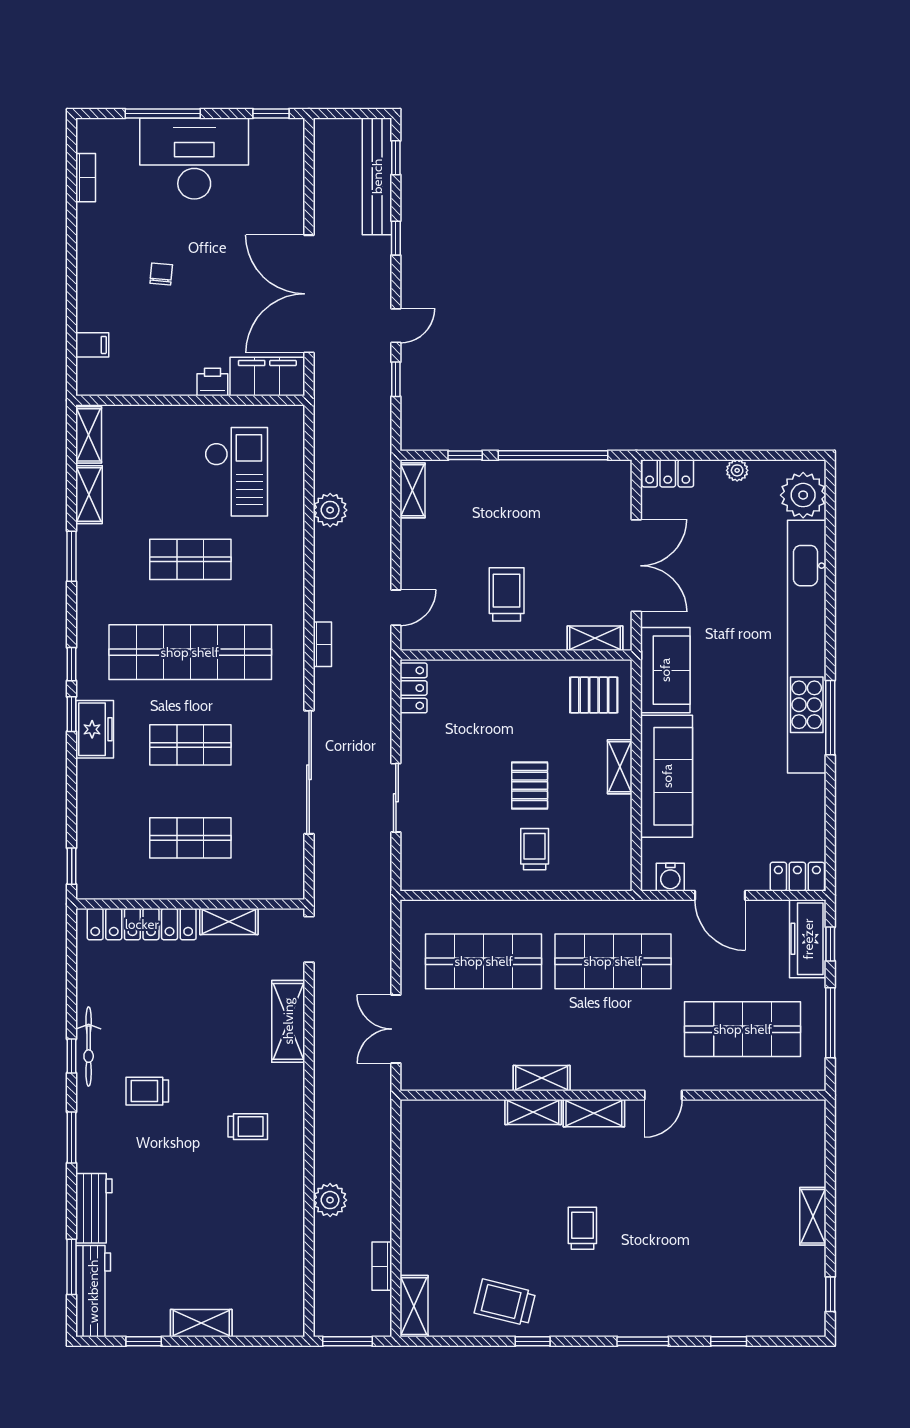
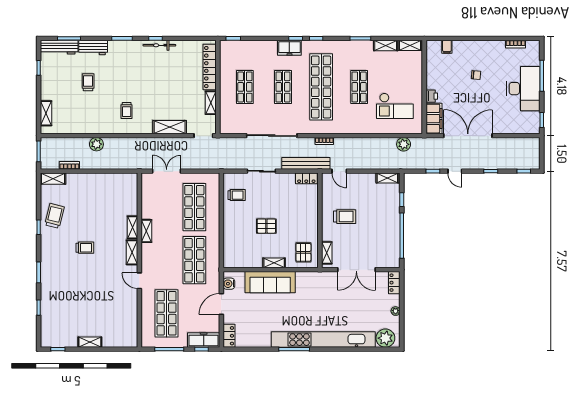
bench: (377, 176) -> (306, 163), moved
plant: (330, 510) -> (404, 144), moved
sofa: (665, 670) -> (314, 282), removed
trolley: (535, 849) -> (237, 195), moved
trolley: (147, 1091) -> (88, 82), moved
shelving: (201, 1323) -> (46, 113), moved

